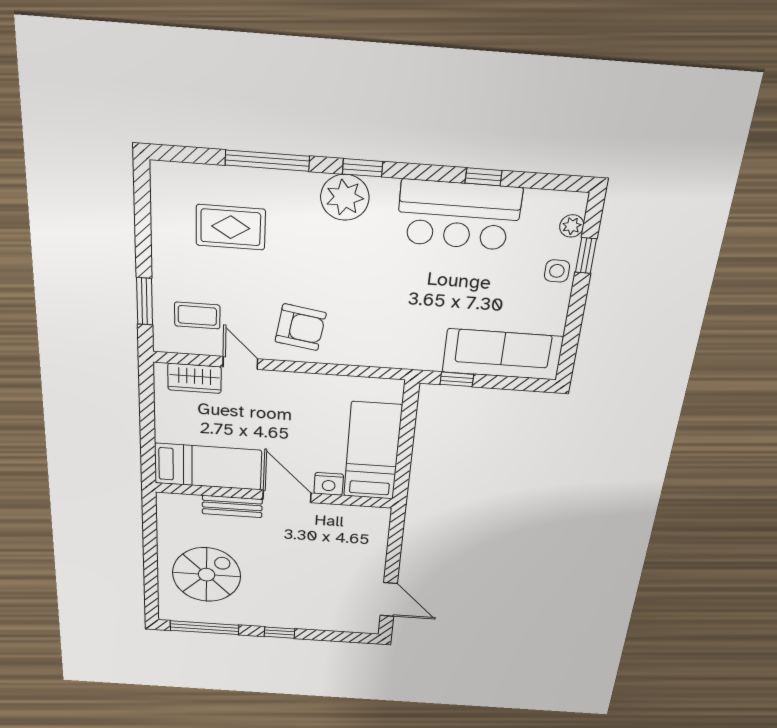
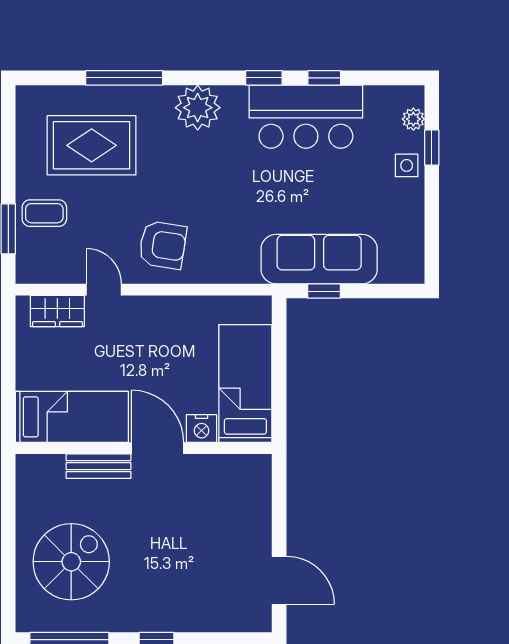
window: (363, 168) -> (264, 78), moved
rug: (231, 227) -> (92, 145), width x1.36, depth x1.43
coffee table: (197, 315) -> (44, 213), moved
sofa: (503, 354) -> (319, 259), moved

